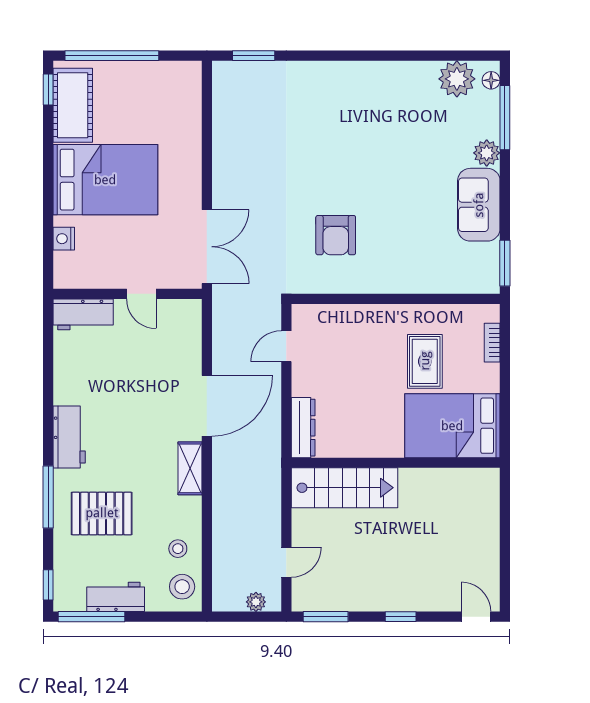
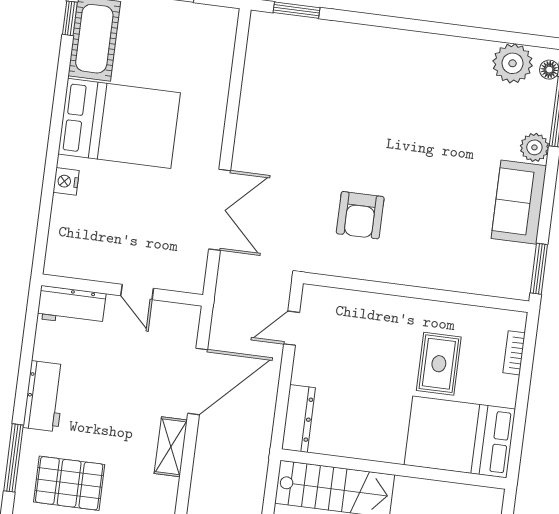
wall: (127, 294) -> (122, 290), moved
door: (141, 294) -> (137, 292), moved
workbench: (83, 314) -> (71, 306), moved

